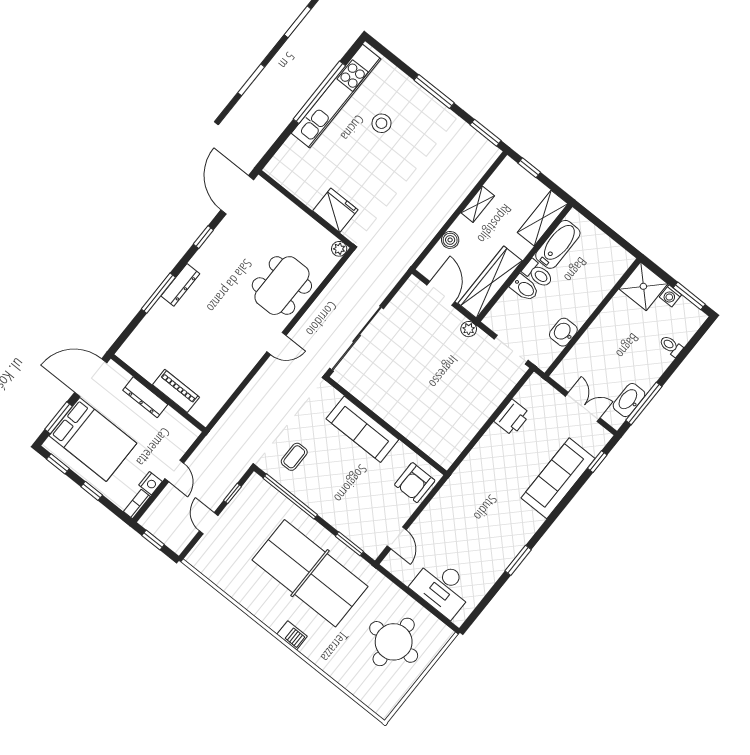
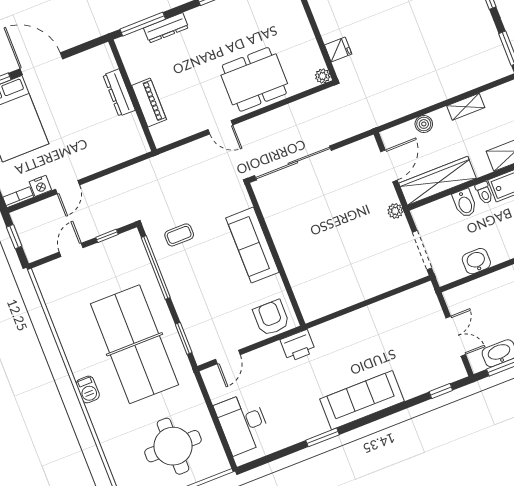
fridge: (335, 210) -> (338, 49), width x0.53, depth x0.75
toilet: (538, 274) -> (484, 193), width x0.73, depth x0.72
piano: (176, 391) -> (149, 102), moved
wall: (158, 393) -> (132, 95), moved
dresser: (145, 397) -> (119, 93), moved
printer: (512, 418) -> (298, 346), moved
sofa: (558, 478) -> (362, 400), moved
armchair: (415, 483) -> (271, 318), turned 90

